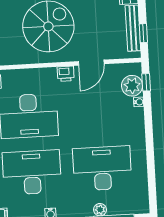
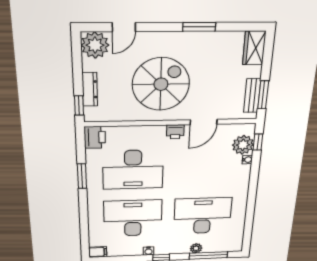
bench: (133, 28) -> (252, 96), width x0.73
window: (143, 33) -> (263, 95), width x1.50

